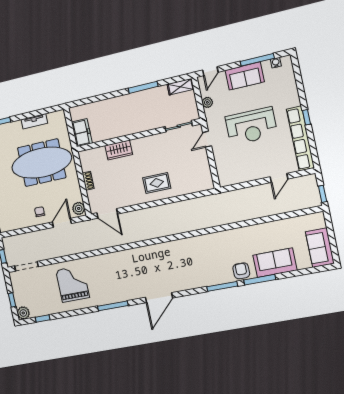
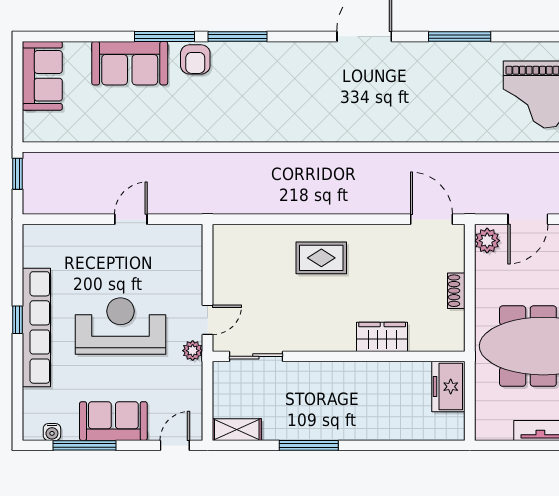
plant: (207, 102) -> (193, 351), moved
row of seats: (300, 138) -> (36, 327), moved
door: (279, 178) -> (131, 219), moved

